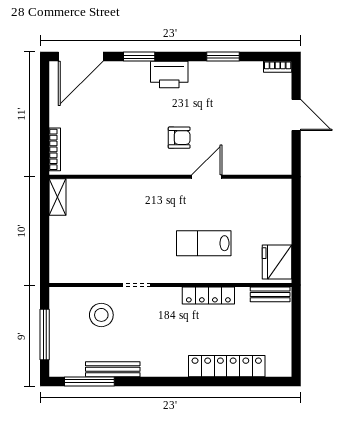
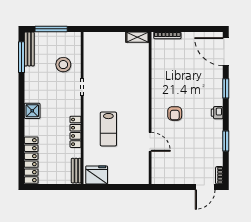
printer: (169, 74) -> (217, 113), width x0.53, depth x0.68
door: (296, 115) -> (205, 187), moved
door: (207, 177) -> (150, 142), moved
lab bench: (204, 243) -> (108, 129), turned 180
shower: (175, 365) -> (32, 111), added
locker: (227, 366) -> (31, 160), moved
bench: (113, 369) -> (29, 49), moved

